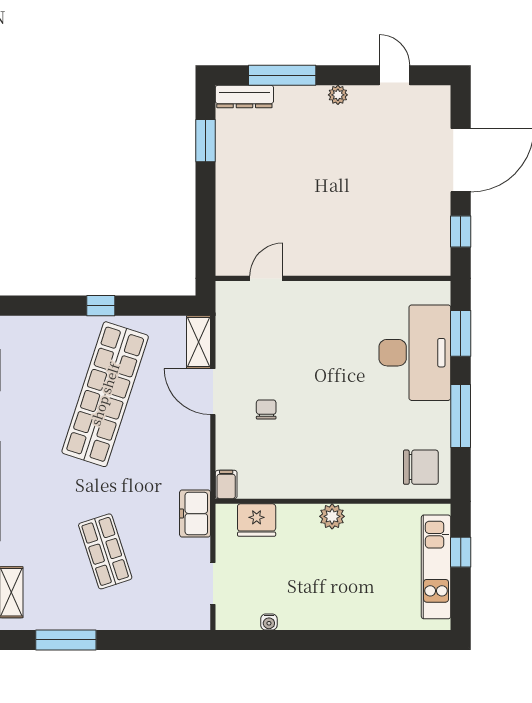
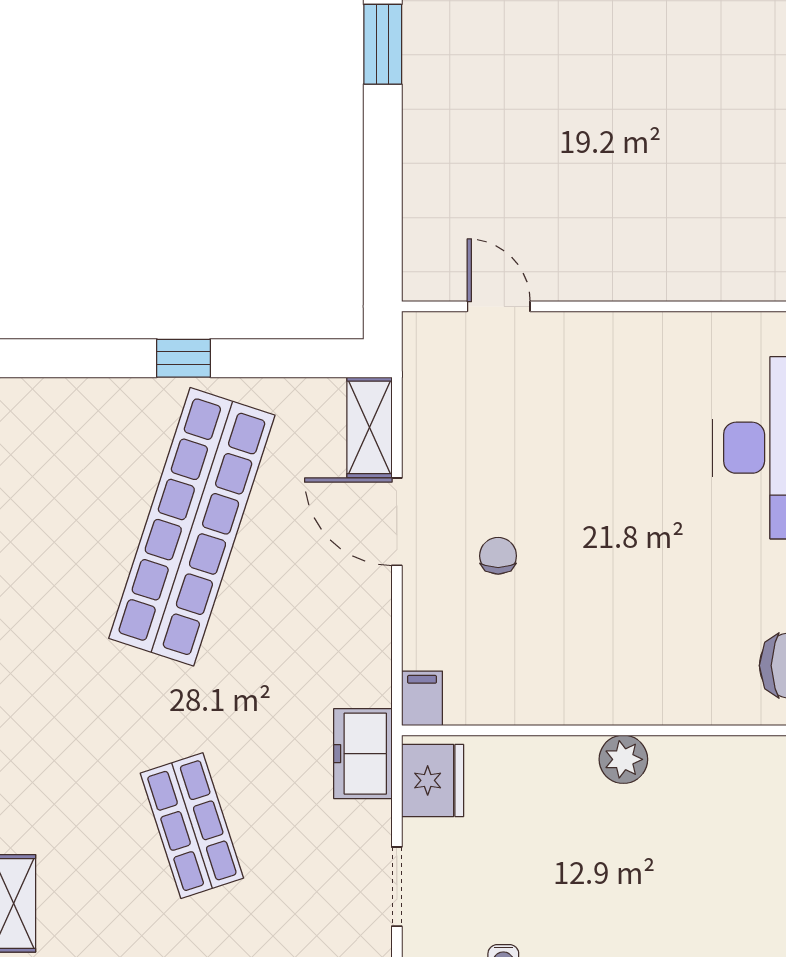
door: (266, 278) -> (499, 306), hinge flipped
fridge: (257, 520) -> (433, 780), moved, turned -90

